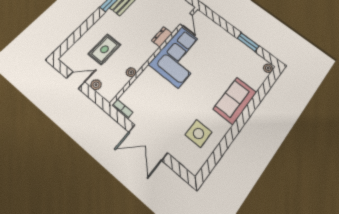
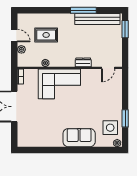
corner sofa: (180, 57) -> (59, 84), moved
side table: (198, 133) -> (110, 128), moved

